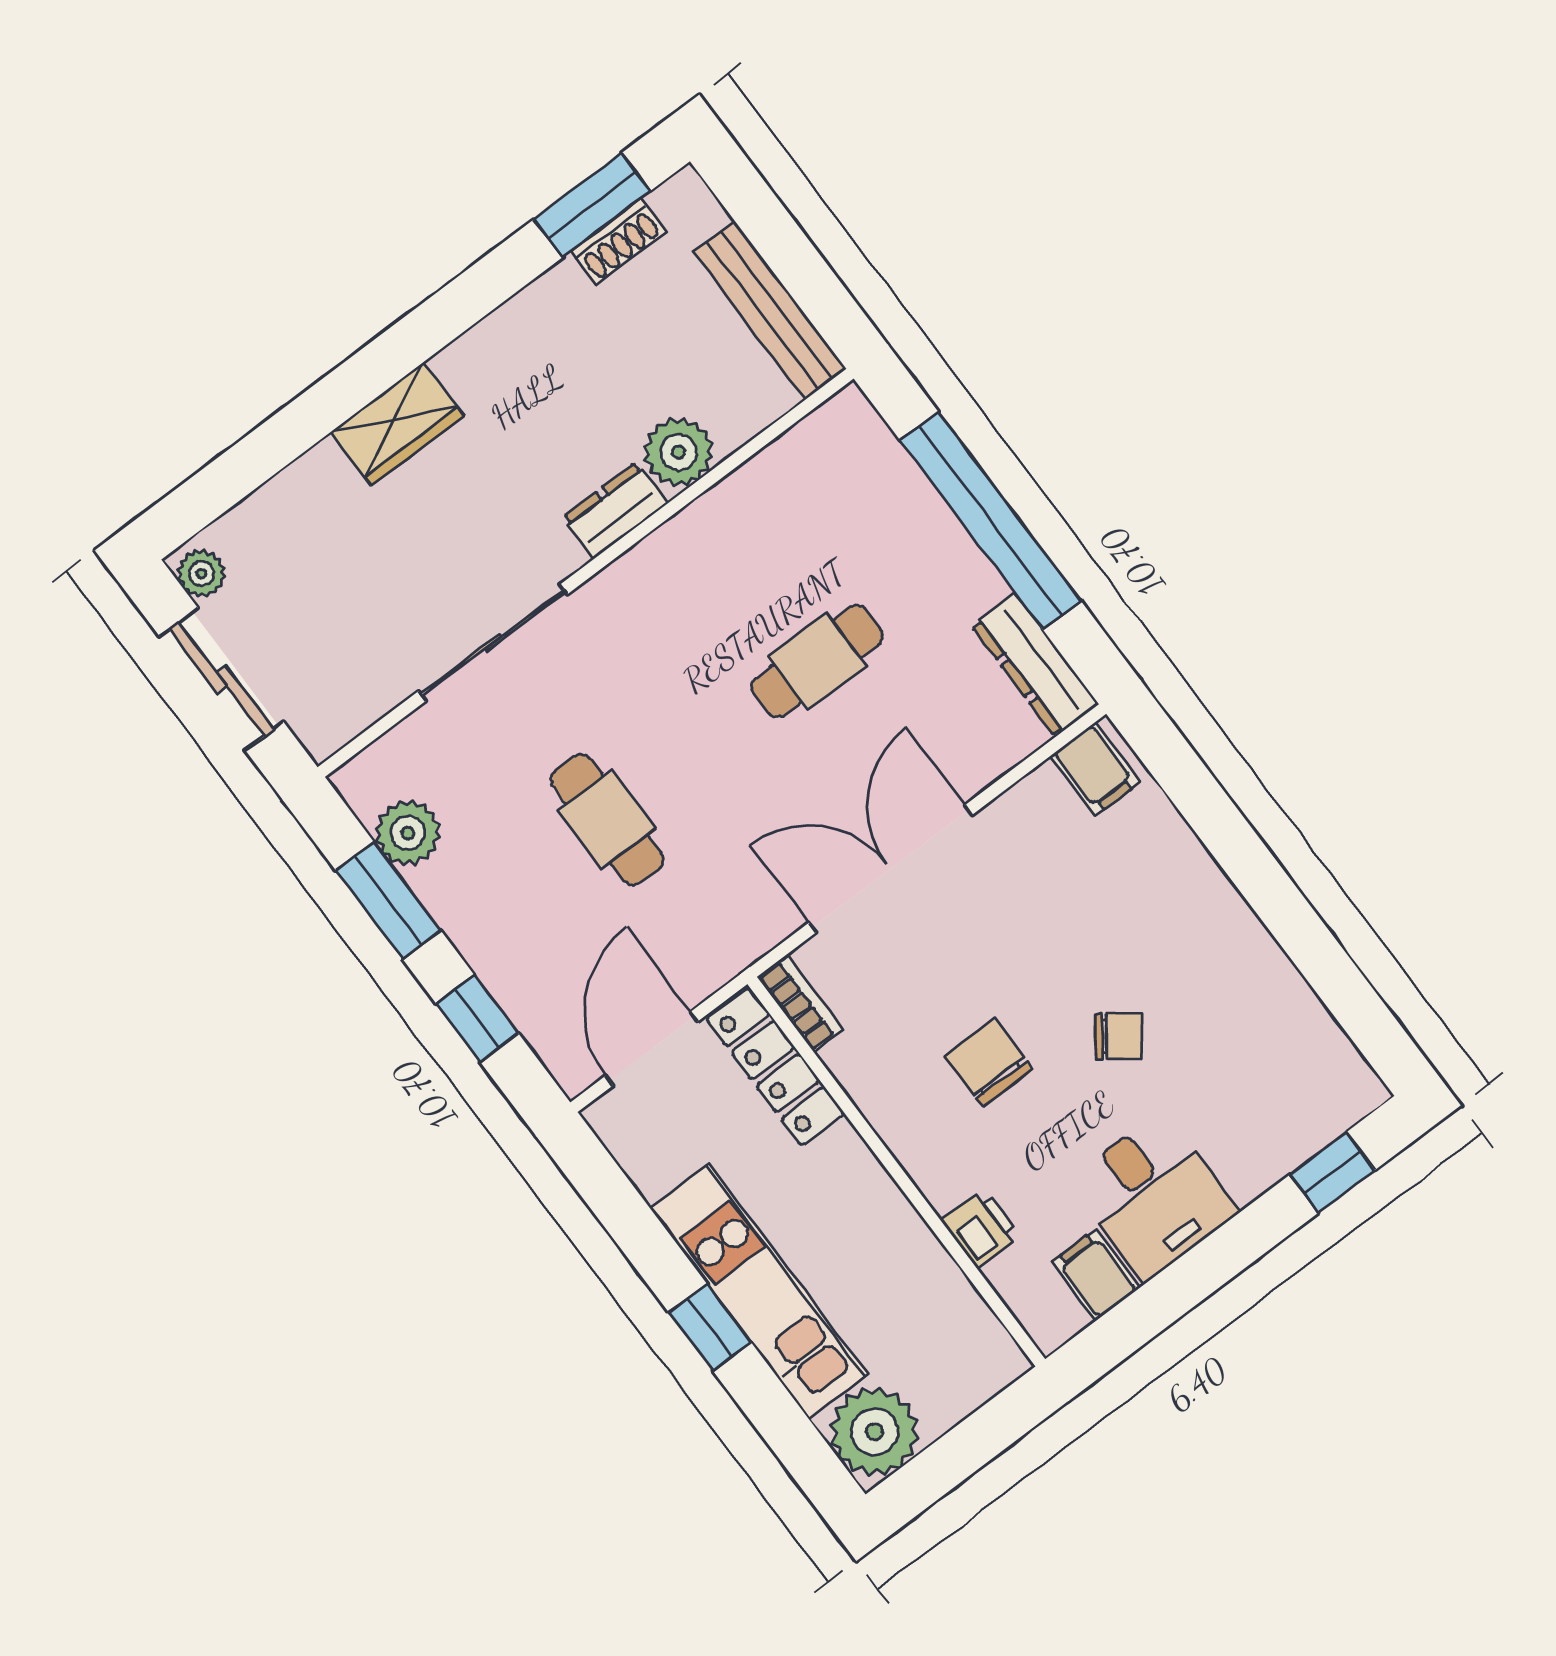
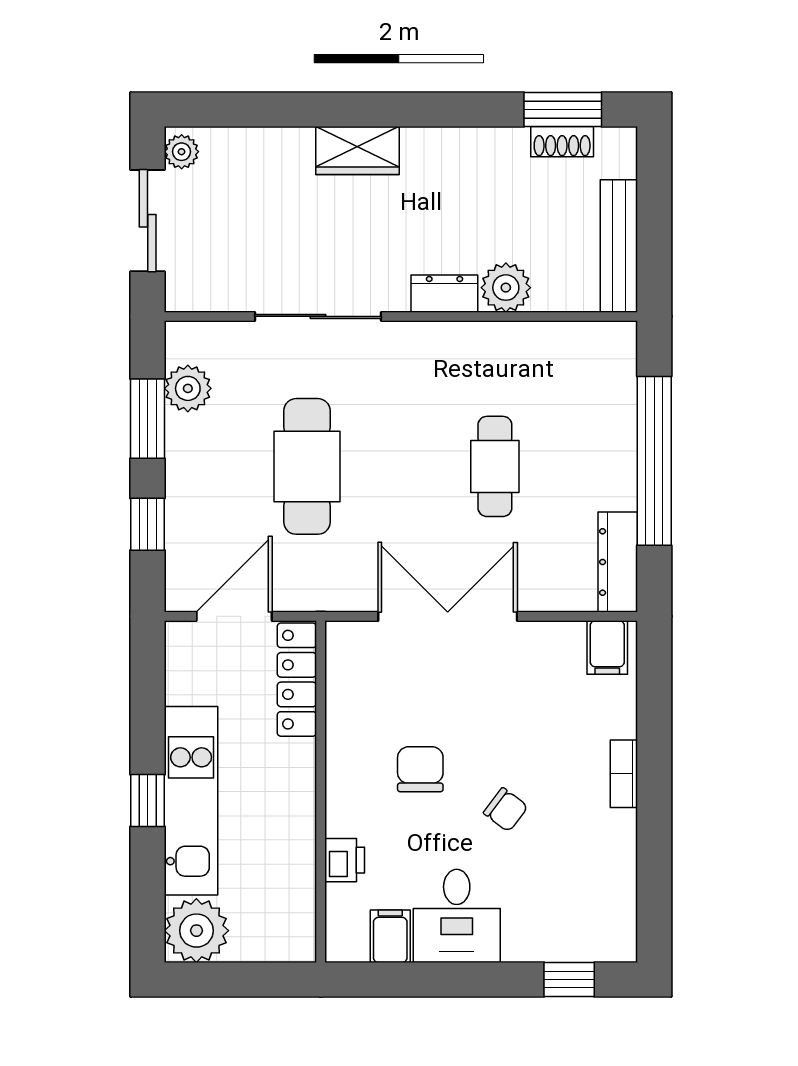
cafe table: (817, 661) -> (495, 466), turned 90
cafe table: (607, 820) -> (307, 466), width x1.37, depth x1.35
bookcase: (800, 1003) -> (624, 774), moved, turned 180

